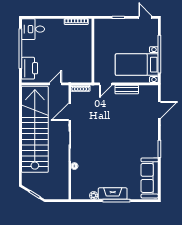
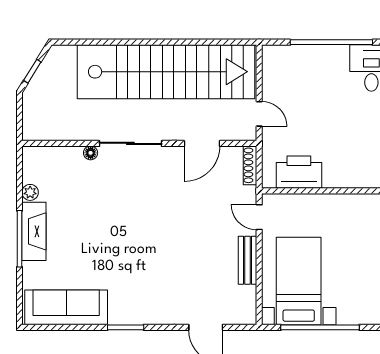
printer: (30, 68) -> (299, 172), moved, turned 180
door: (70, 112) -> (202, 143), swing flipped

